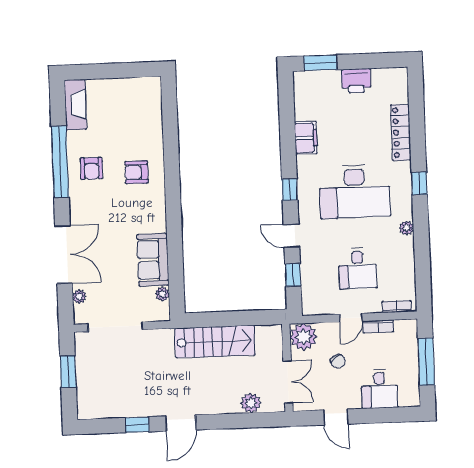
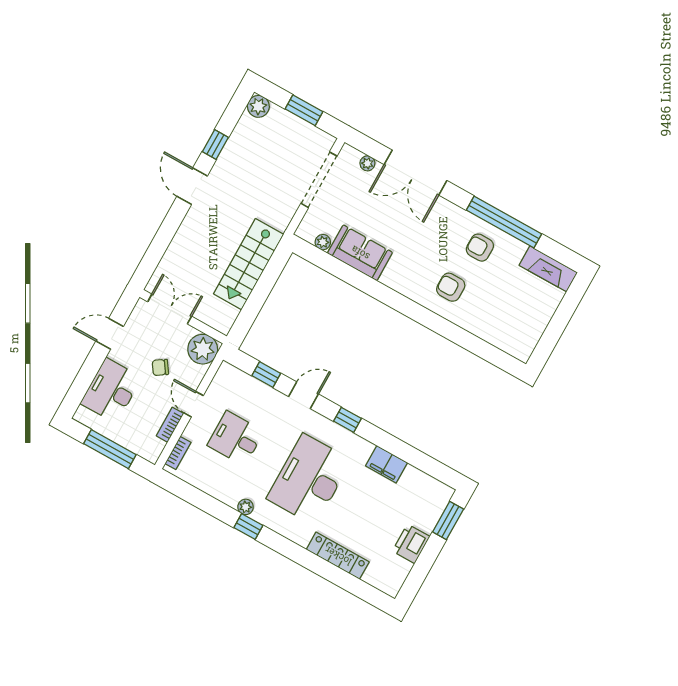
armchair: (136, 172) -> (451, 287), turned -90
window: (419, 183) -> (248, 526), moved
double door: (288, 382) -> (170, 309), swing flipped
desk: (380, 389) -> (111, 390), width x1.37
plant: (251, 403) -> (258, 106), moved

